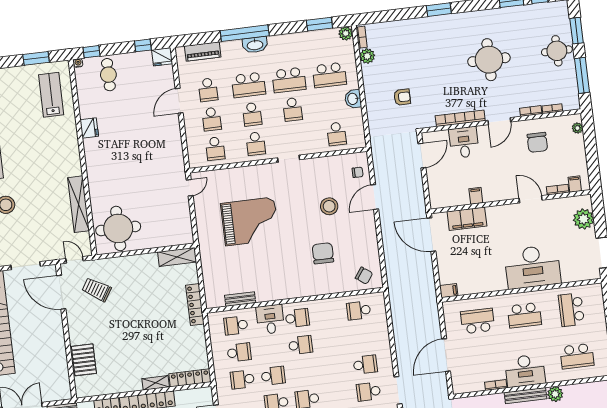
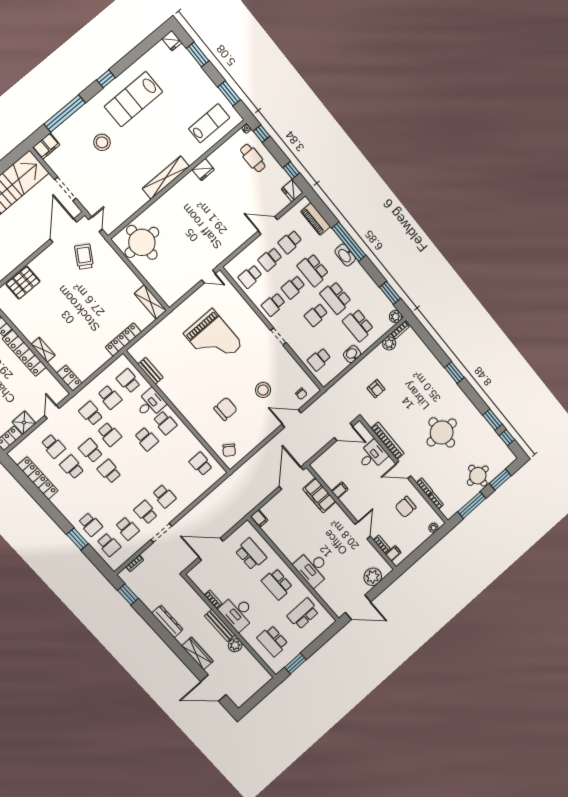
cafe table: (108, 75) -> (253, 158), turned 90
shelving: (79, 204) -> (166, 178), moved
desk: (533, 267) -> (313, 568), width x0.73, depth x0.77
locker: (190, 378) -> (69, 378), width x0.66

